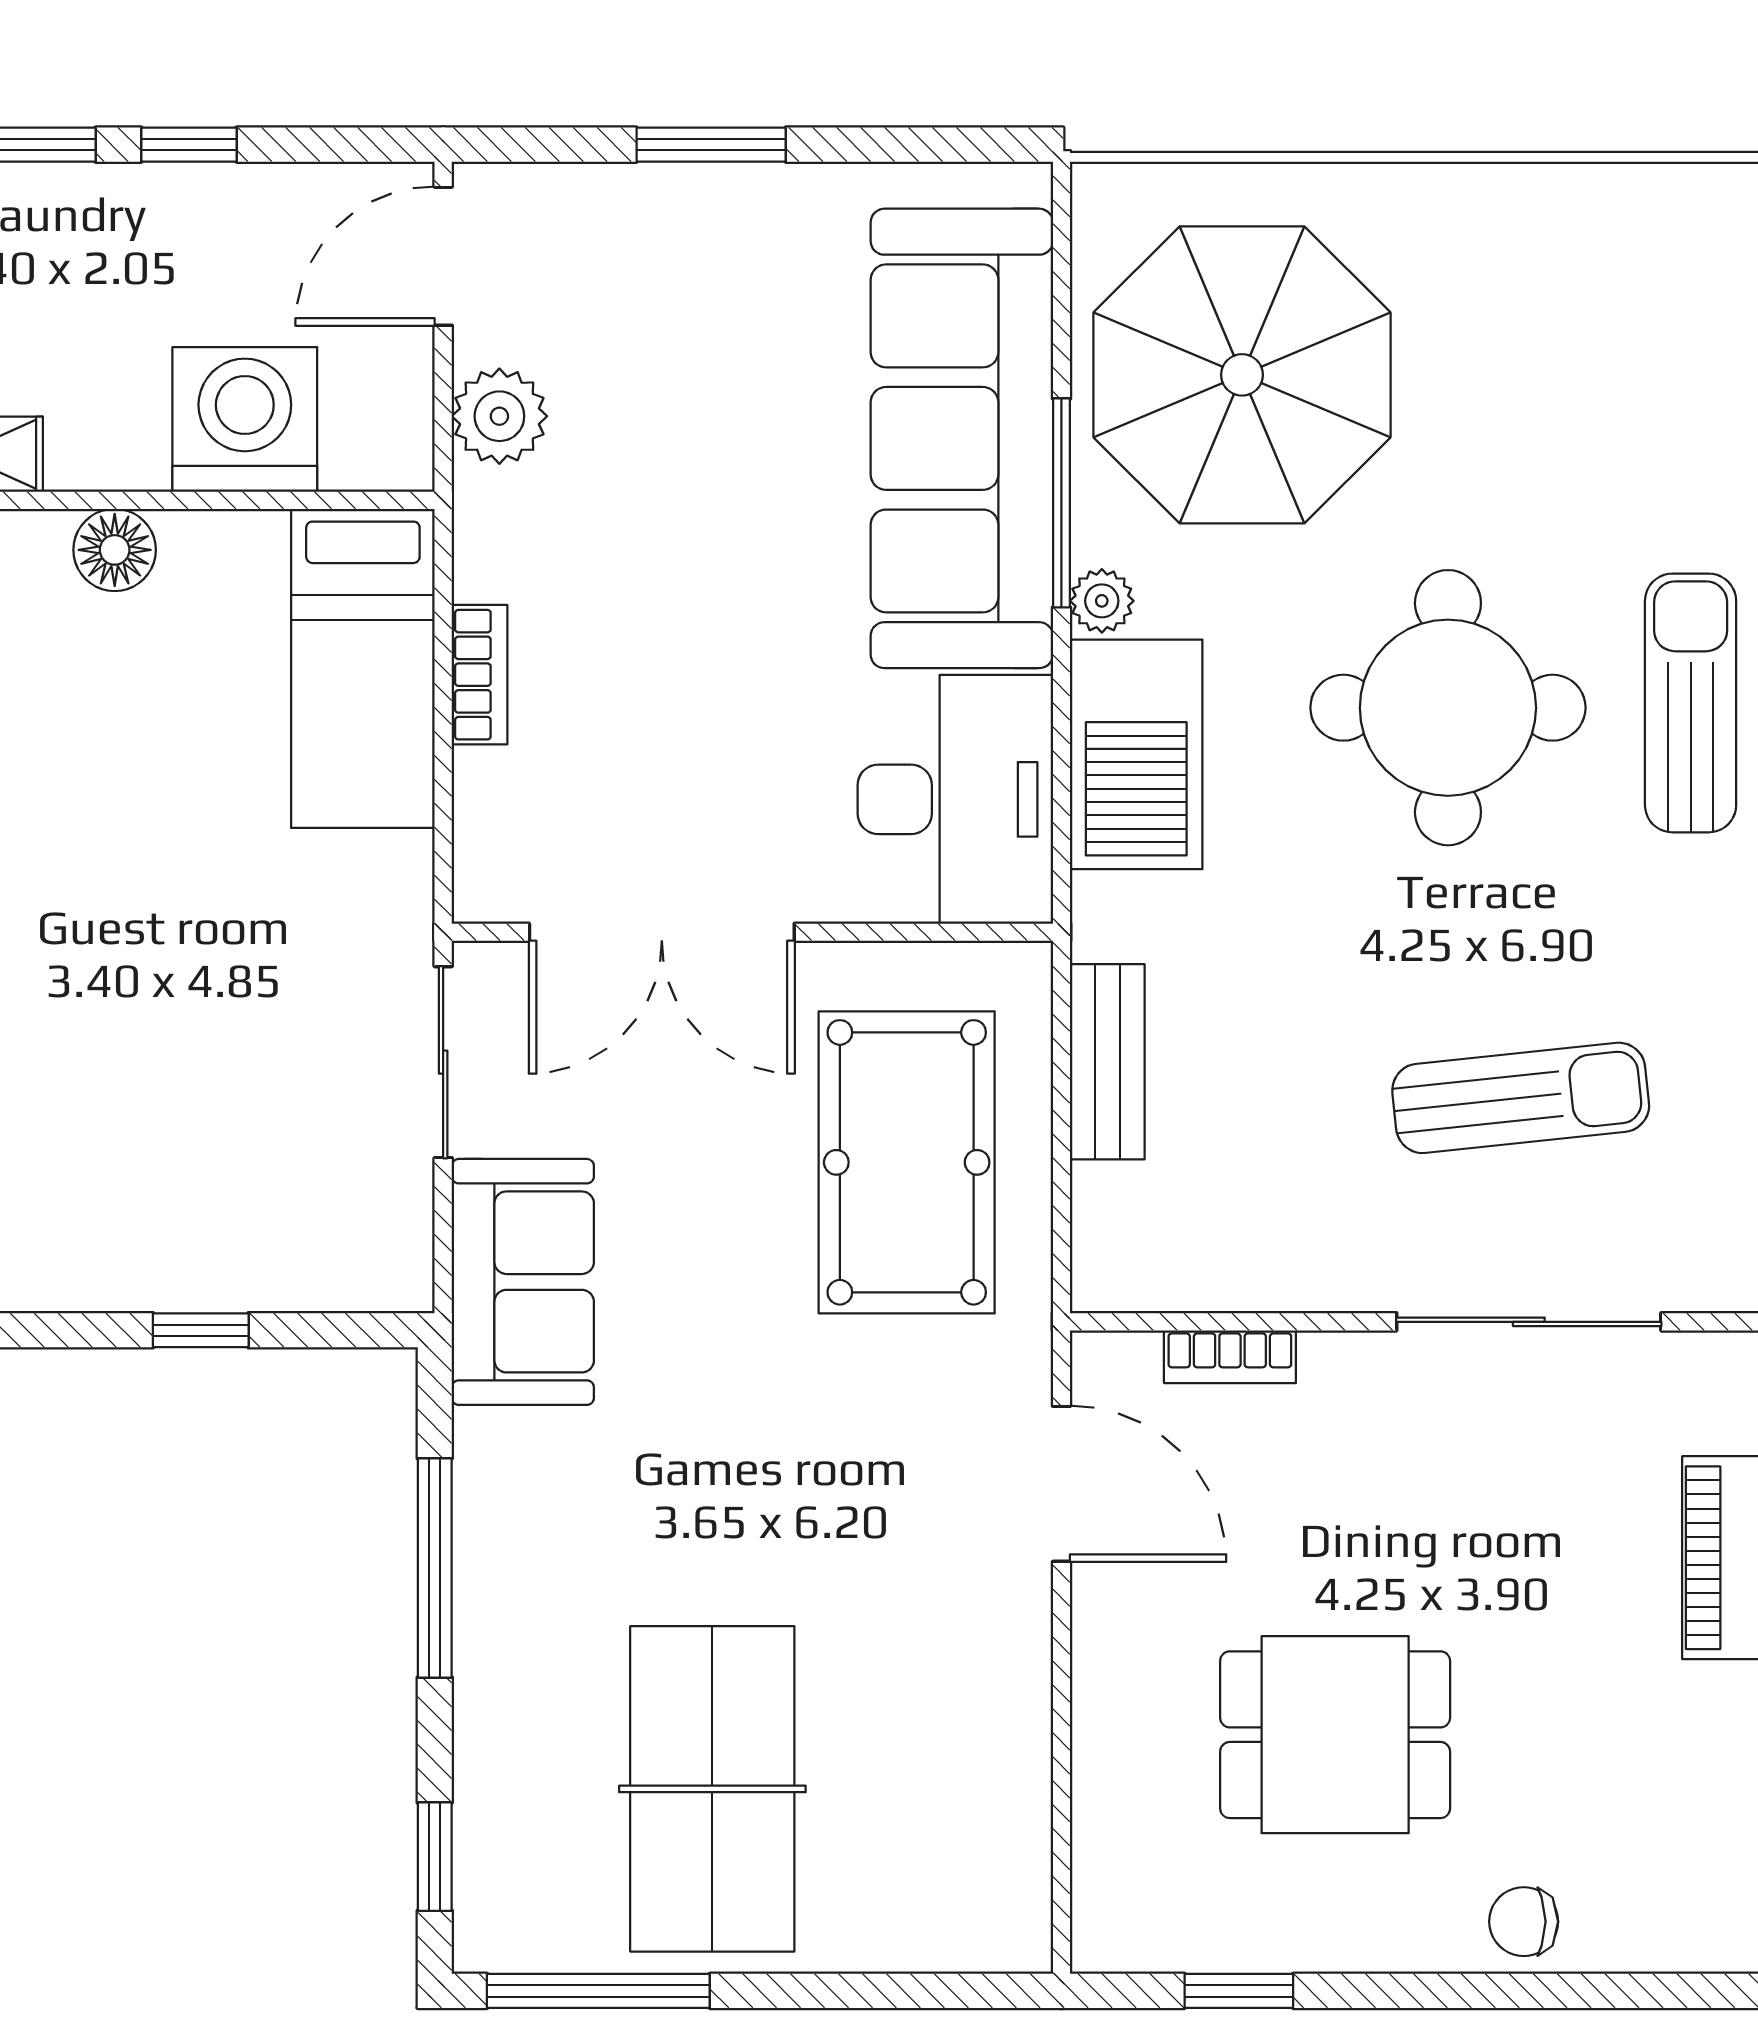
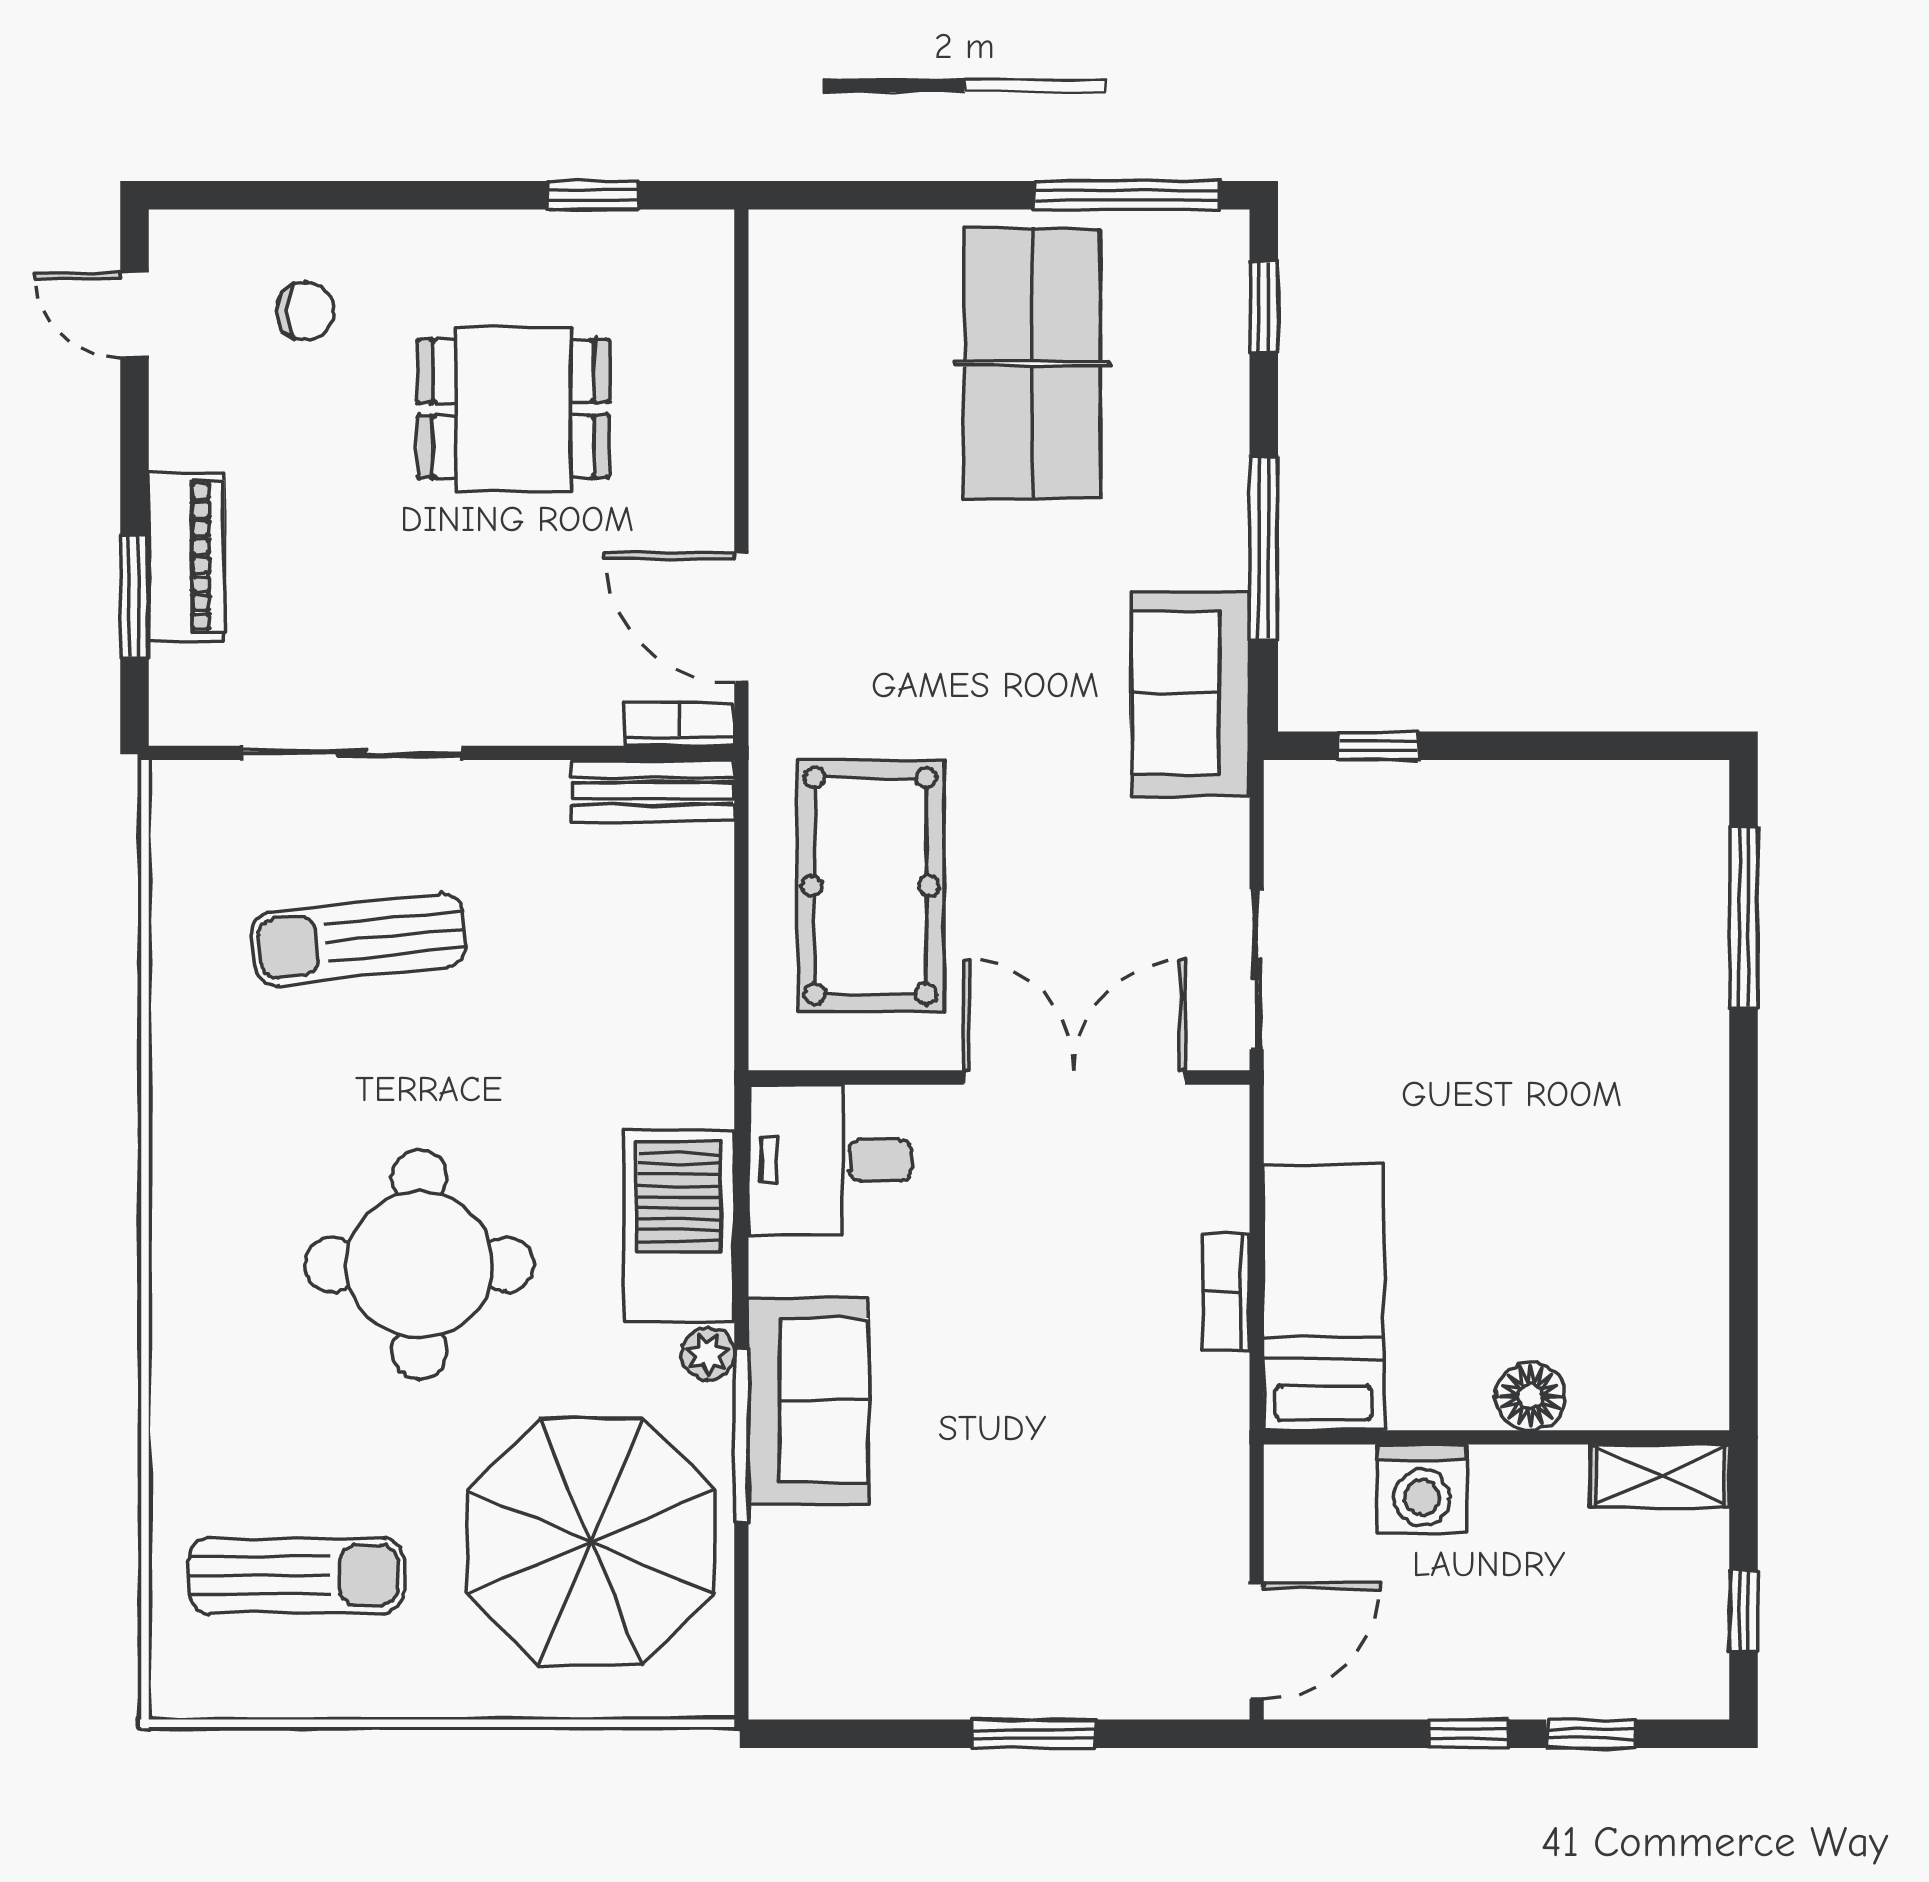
plant: (499, 416) -> (1210, 1508), removed
washing machine: (245, 419) -> (1422, 1488), width x0.73, depth x0.73
sofa: (962, 438) -> (808, 1401), width x0.54, depth x0.79
sun lounger: (1691, 703) -> (296, 1575), moved, turned -90
desk: (955, 799) -> (830, 1160), width x0.73
bench: (1107, 1062) -> (653, 791), moved, turned 90
sofa: (523, 1282) -> (1190, 693), moved
window: (201, 1330) -> (1378, 746), moved
bookcase: (1230, 1357) -> (679, 724), moved
chair: (1524, 1922) -> (305, 310), moved

